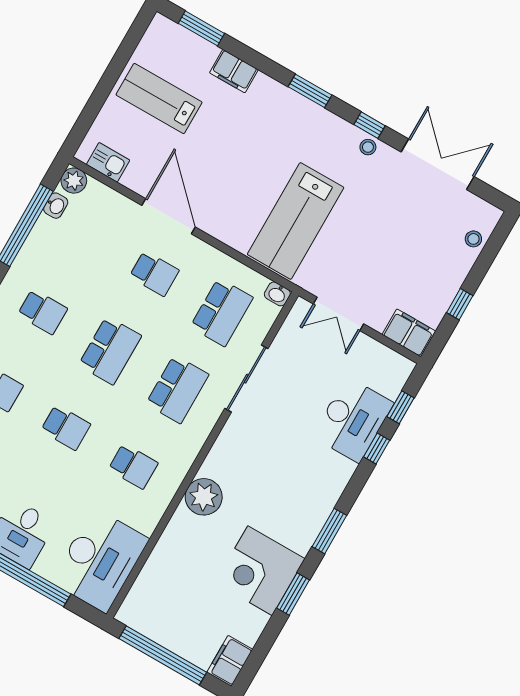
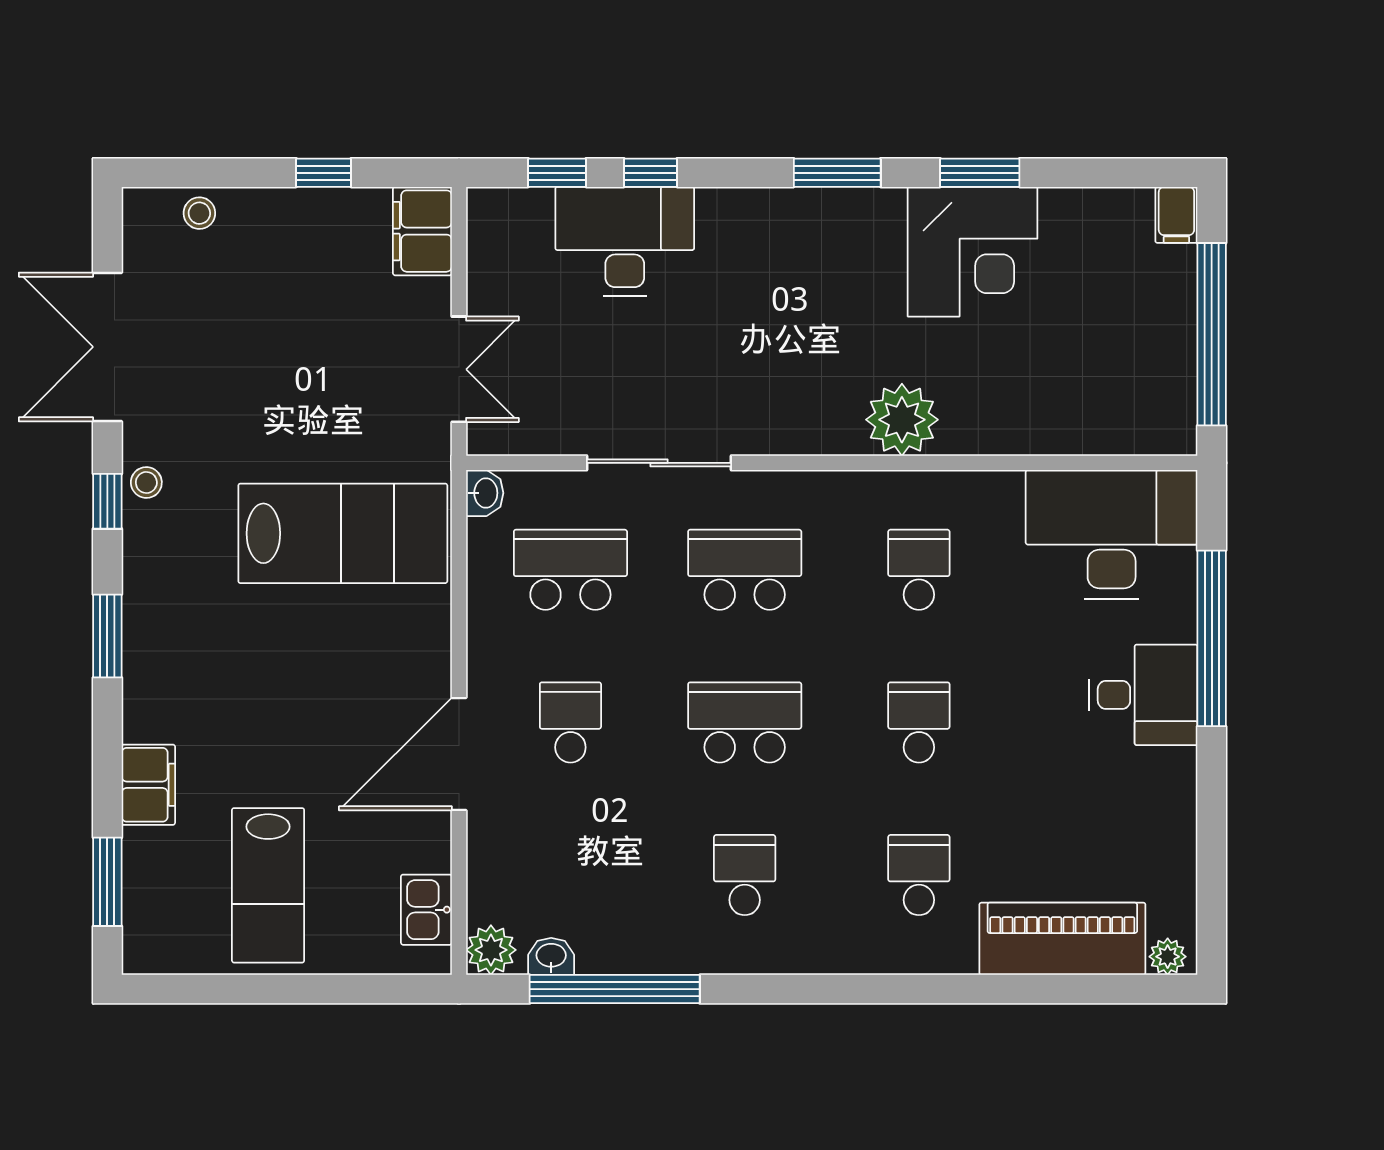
filing cabinet: (230, 661) -> (1176, 215), width x0.50

